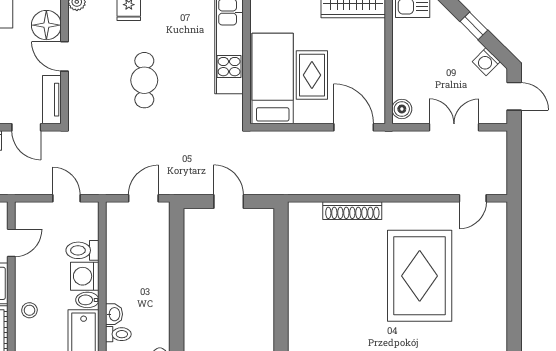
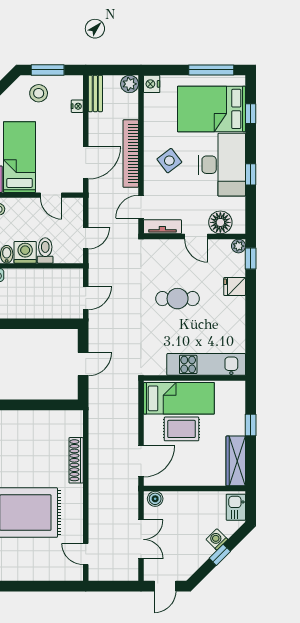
door: (65, 56) -> (196, 237), swing flipped
washing machine: (486, 62) -> (217, 539), moved
door: (143, 198) -> (86, 298), hinge flipped

